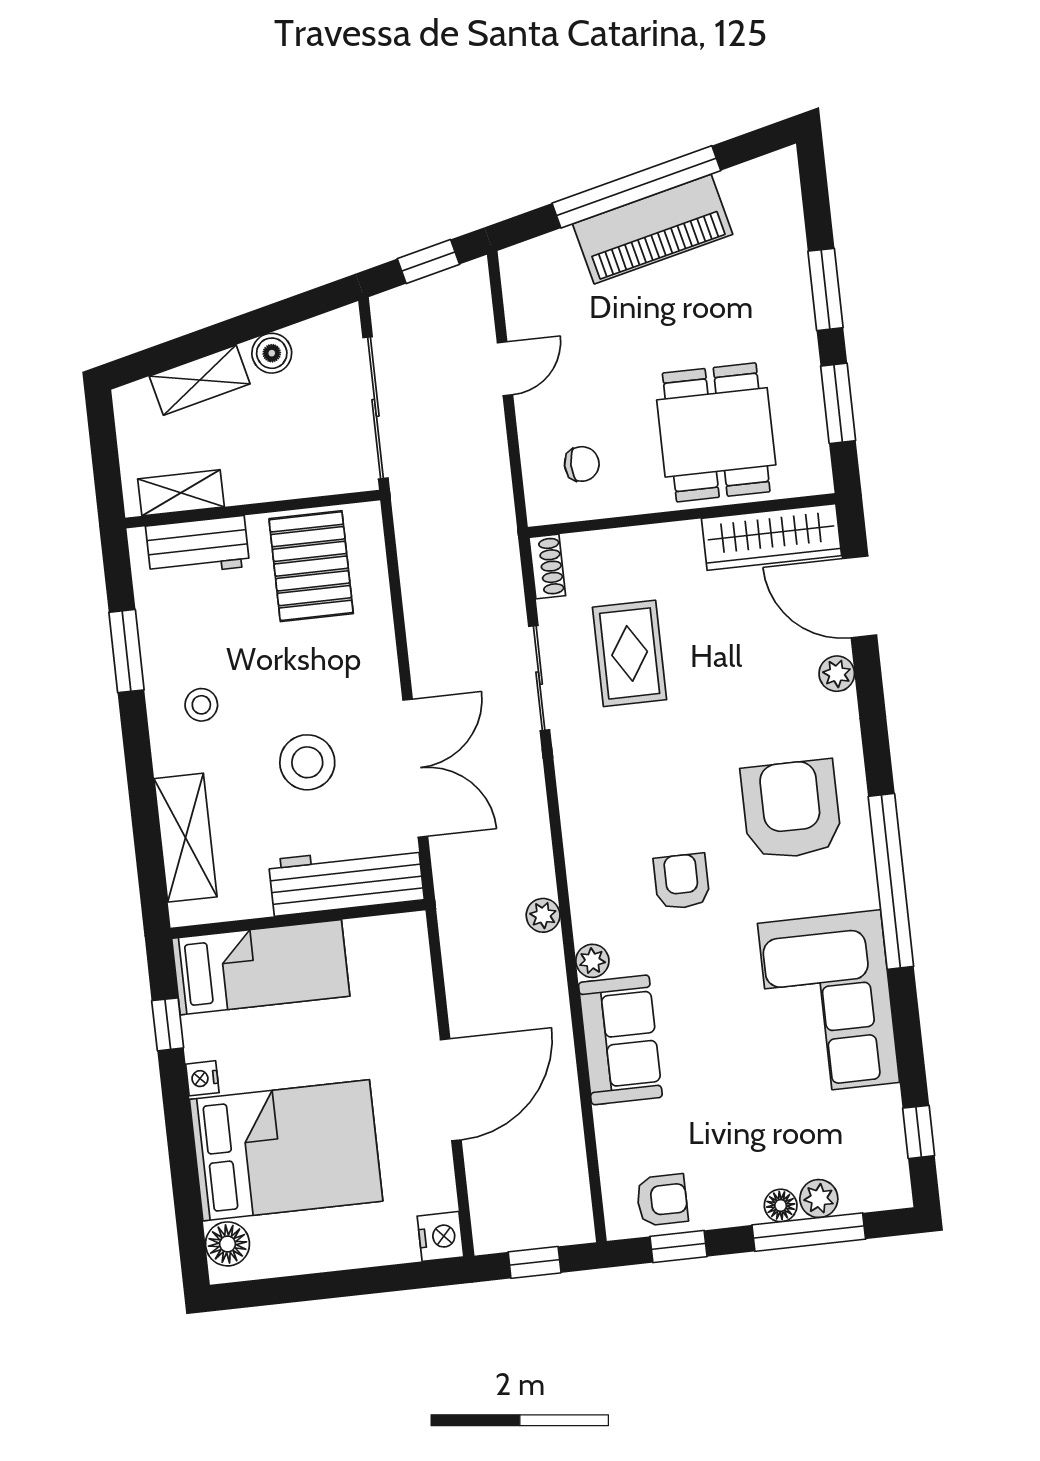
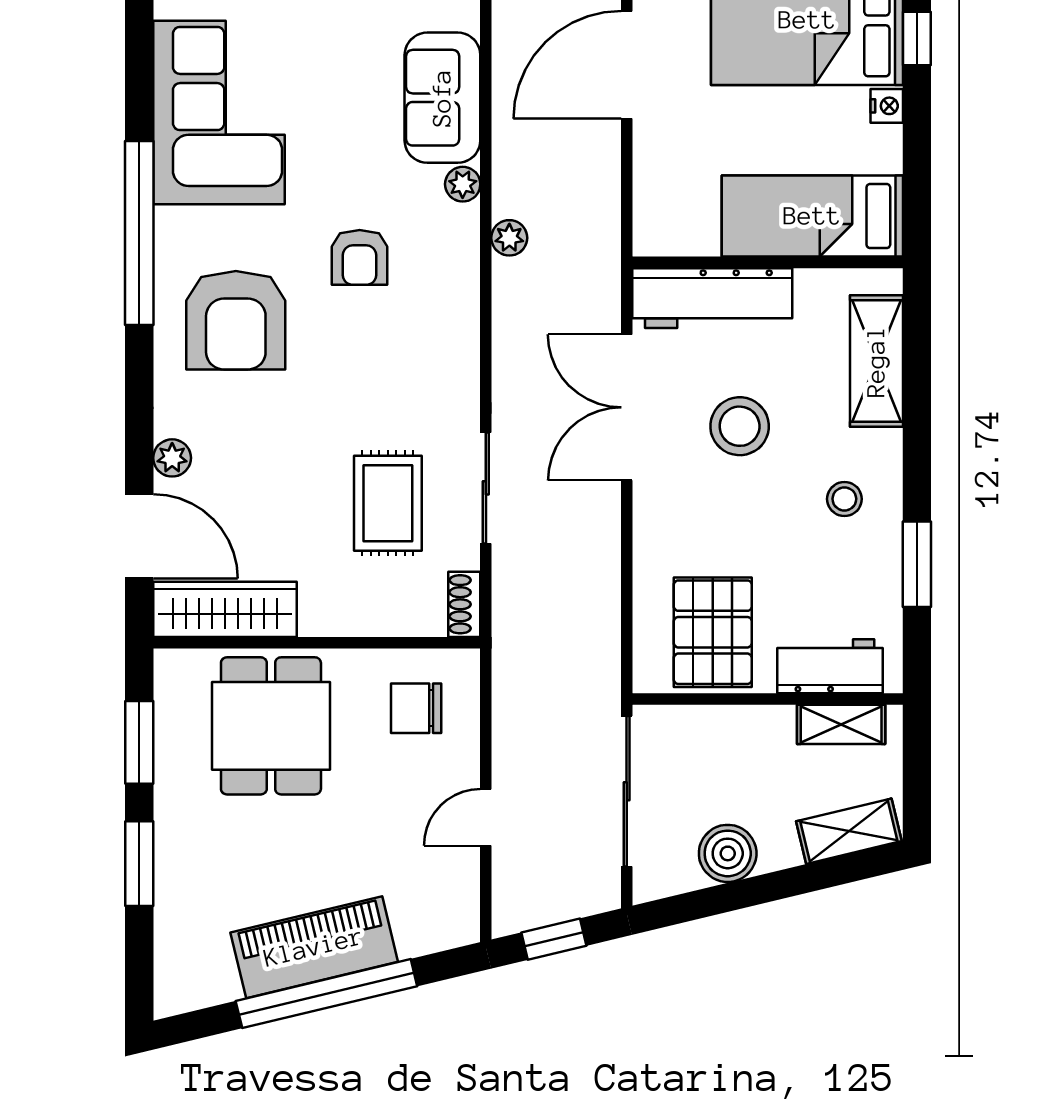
boiler: (272, 353) -> (728, 853), width x1.36, depth x1.36
shelving: (200, 380) -> (849, 831), moved
chair: (582, 464) -> (416, 708), width x1.37, depth x1.37
window: (168, 1024) -> (917, 39), moved

